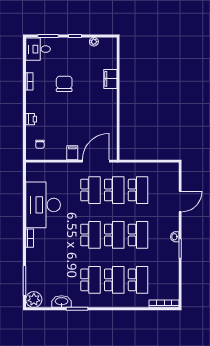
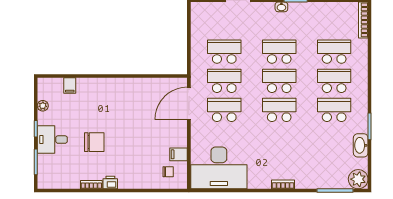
desk: (38, 49) -> (52, 140), moved, turned 90
filing cabinet: (110, 79) -> (70, 86), moved, width x0.50
chair: (64, 84) -> (94, 142), turned 180
printer: (31, 119) -> (110, 182), moved
filing cabinet: (72, 153) -> (179, 154), moved
door: (96, 161) -> (189, 103), hinge flipped
desk: (43, 205) -> (219, 168), moved

